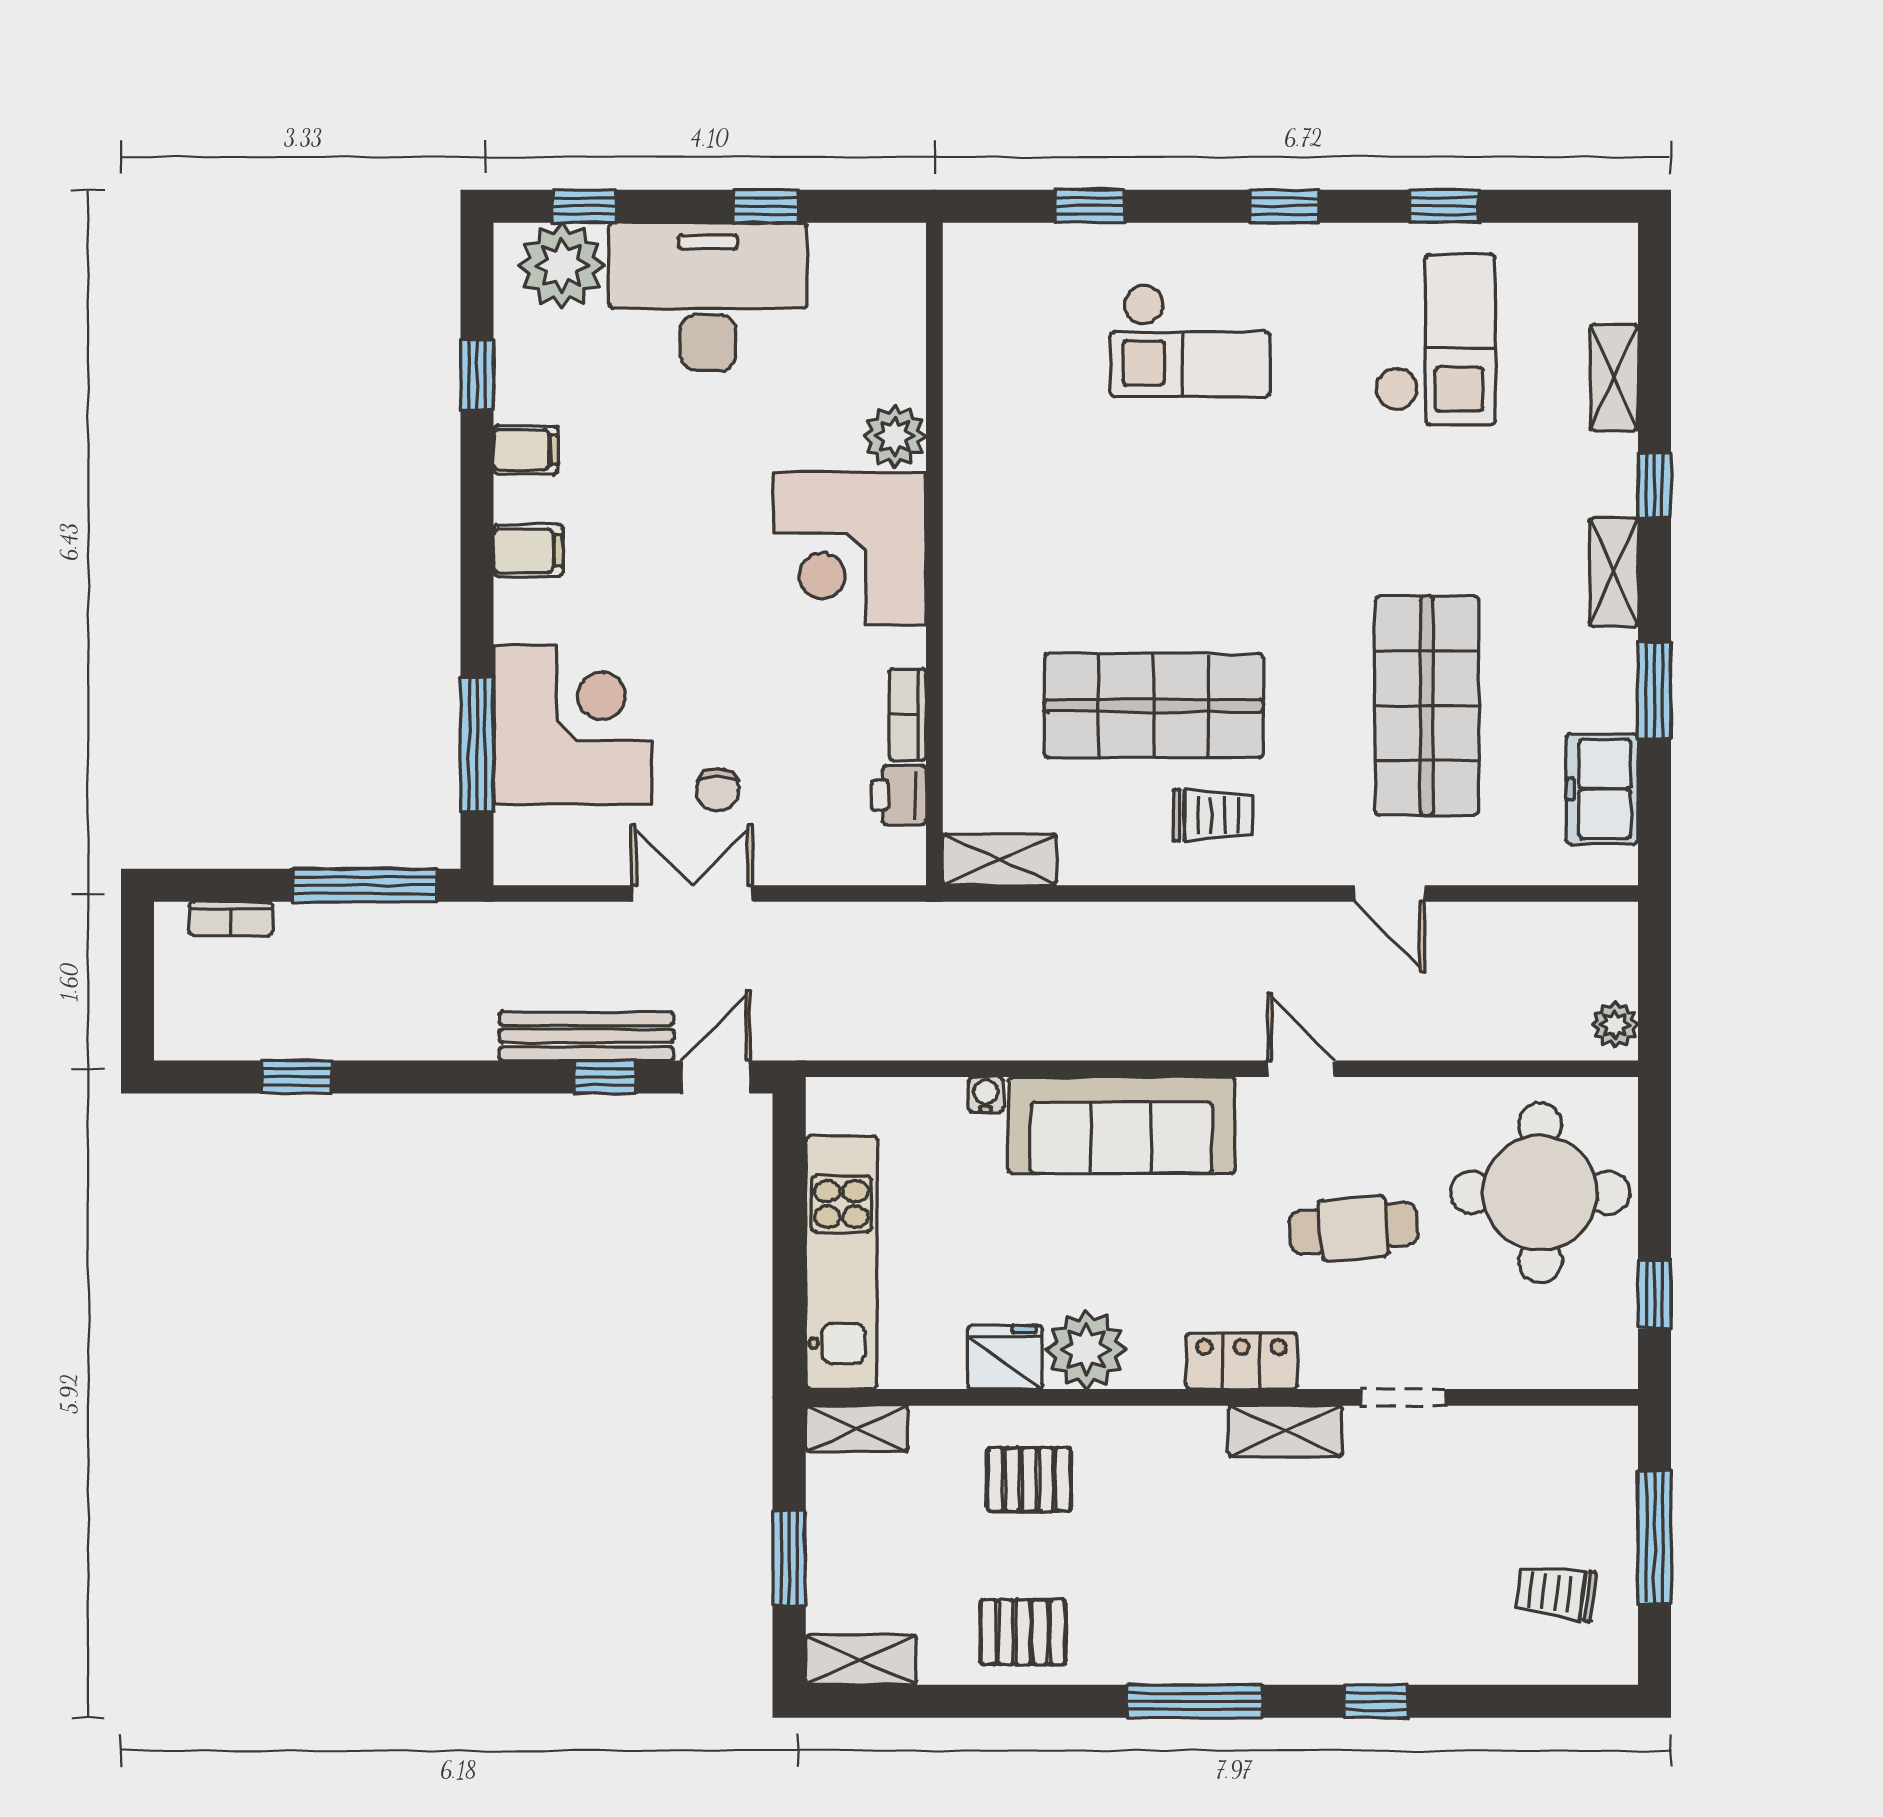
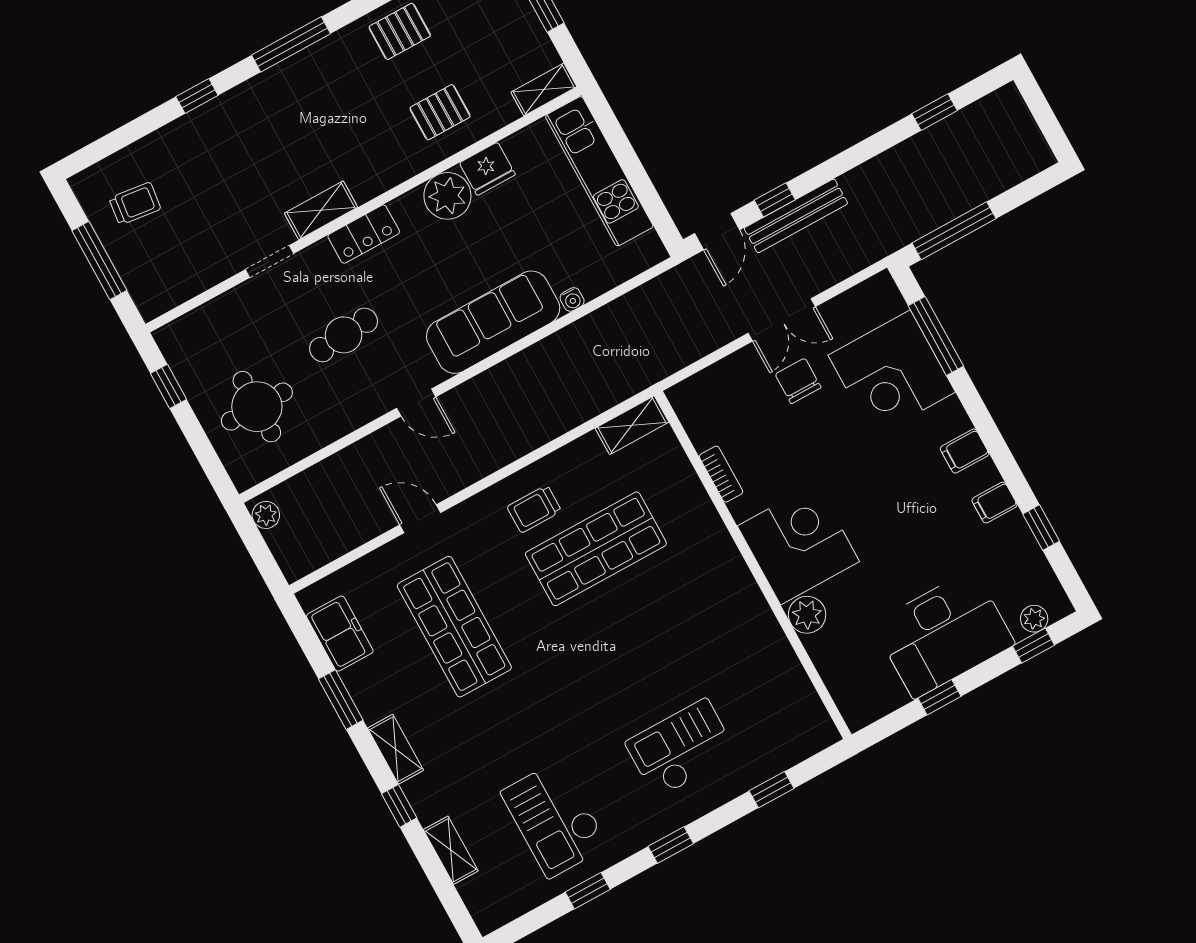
plant: (562, 266) -> (1034, 619), width x0.53, depth x0.53
chair: (718, 790) -> (798, 381), width x1.37, depth x1.37
printer: (899, 795) -> (703, 430), removed
bookcase: (231, 919) -> (1014, 176), removed
round table: (1540, 1193) -> (257, 407), width x0.73, depth x0.73

